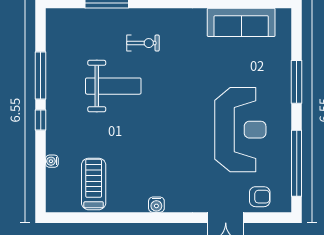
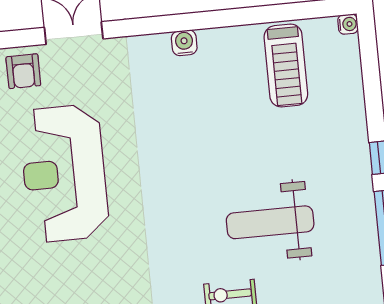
water cooler: (52, 161) -> (348, 24), moved
armchair: (260, 197) -> (23, 71), turned -90

